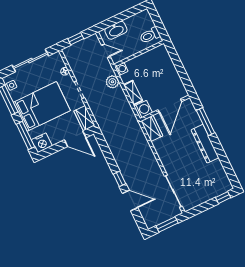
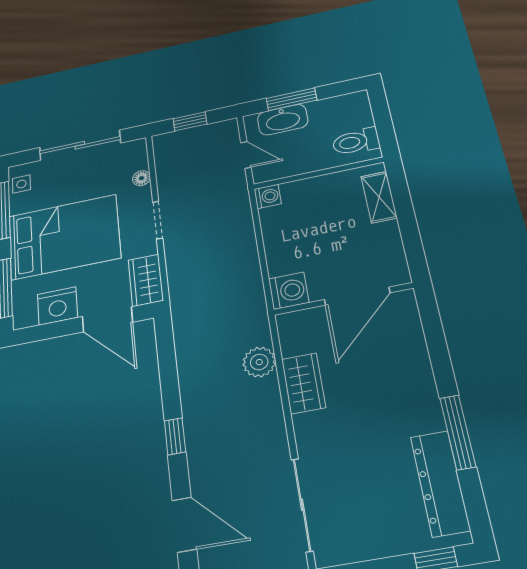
window: (117, 19) -> (292, 99), added
plant: (112, 82) -> (259, 362), moved
shelving: (133, 93) -> (379, 197), moved
window: (206, 122) -> (458, 432), moved
wardrobe: (152, 128) -> (303, 383), moved
nightstand: (42, 143) -> (57, 306), moved
dresser: (205, 144) -> (440, 483), moved
door: (130, 201) -> (184, 525), moved

